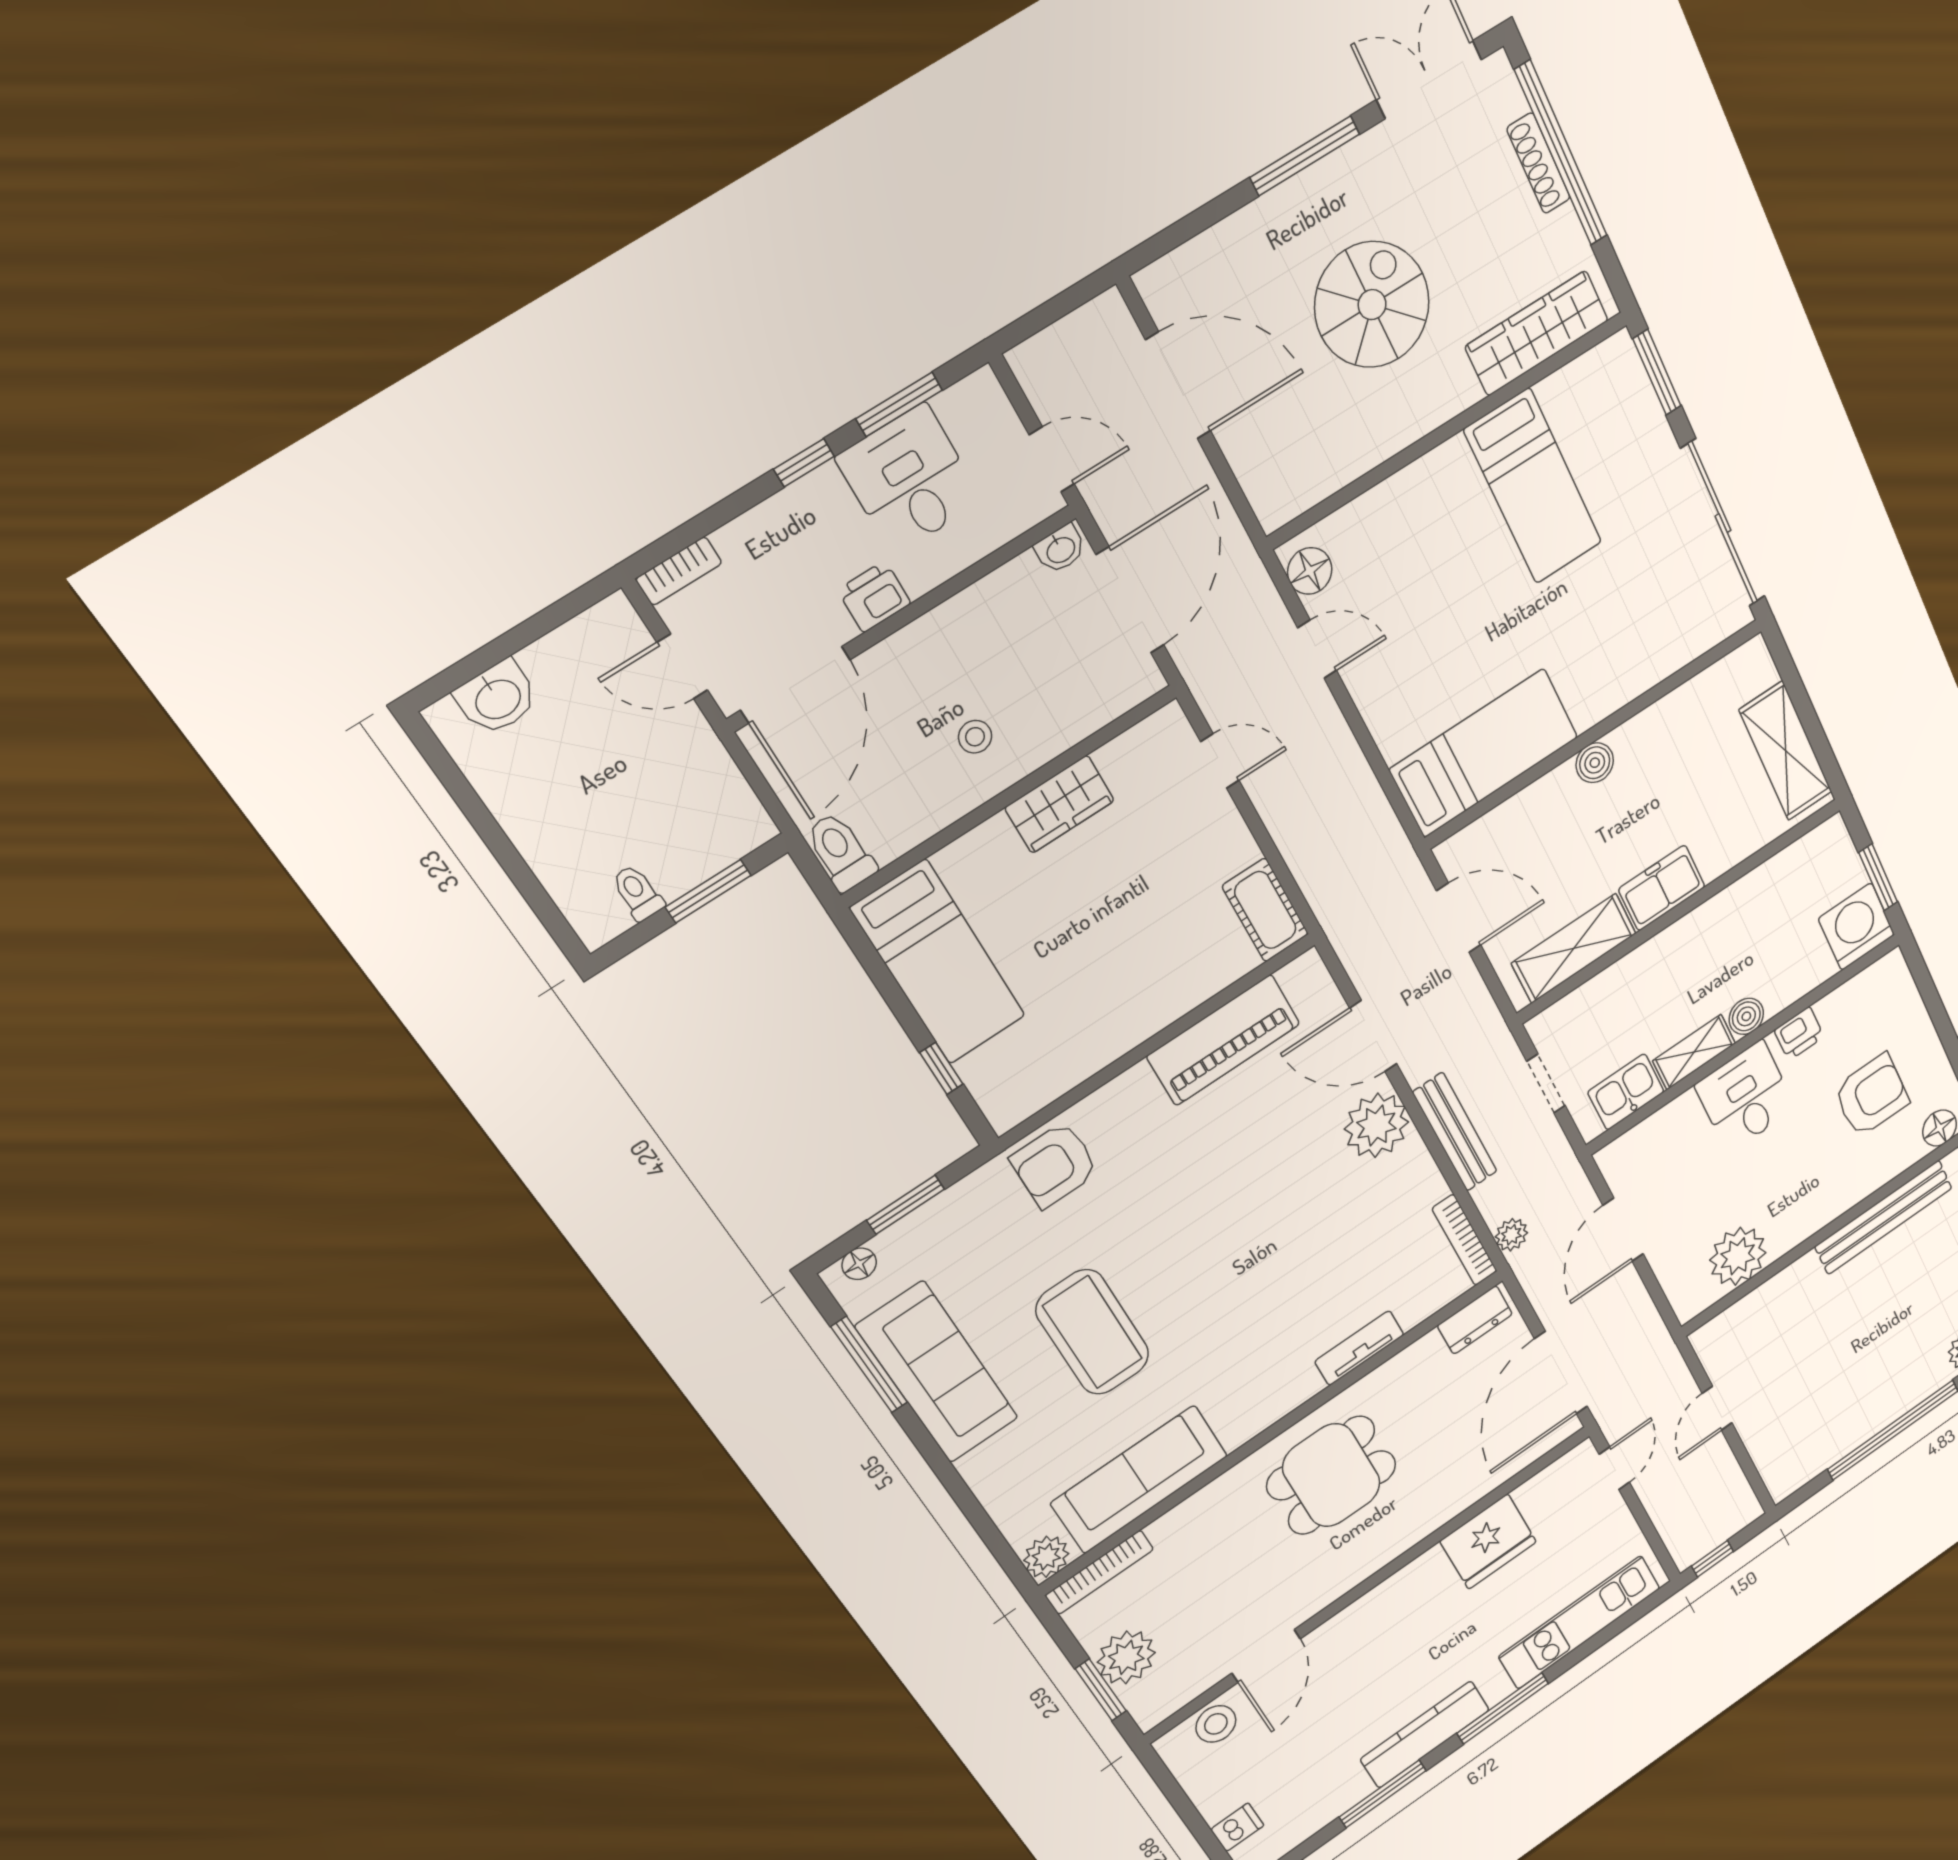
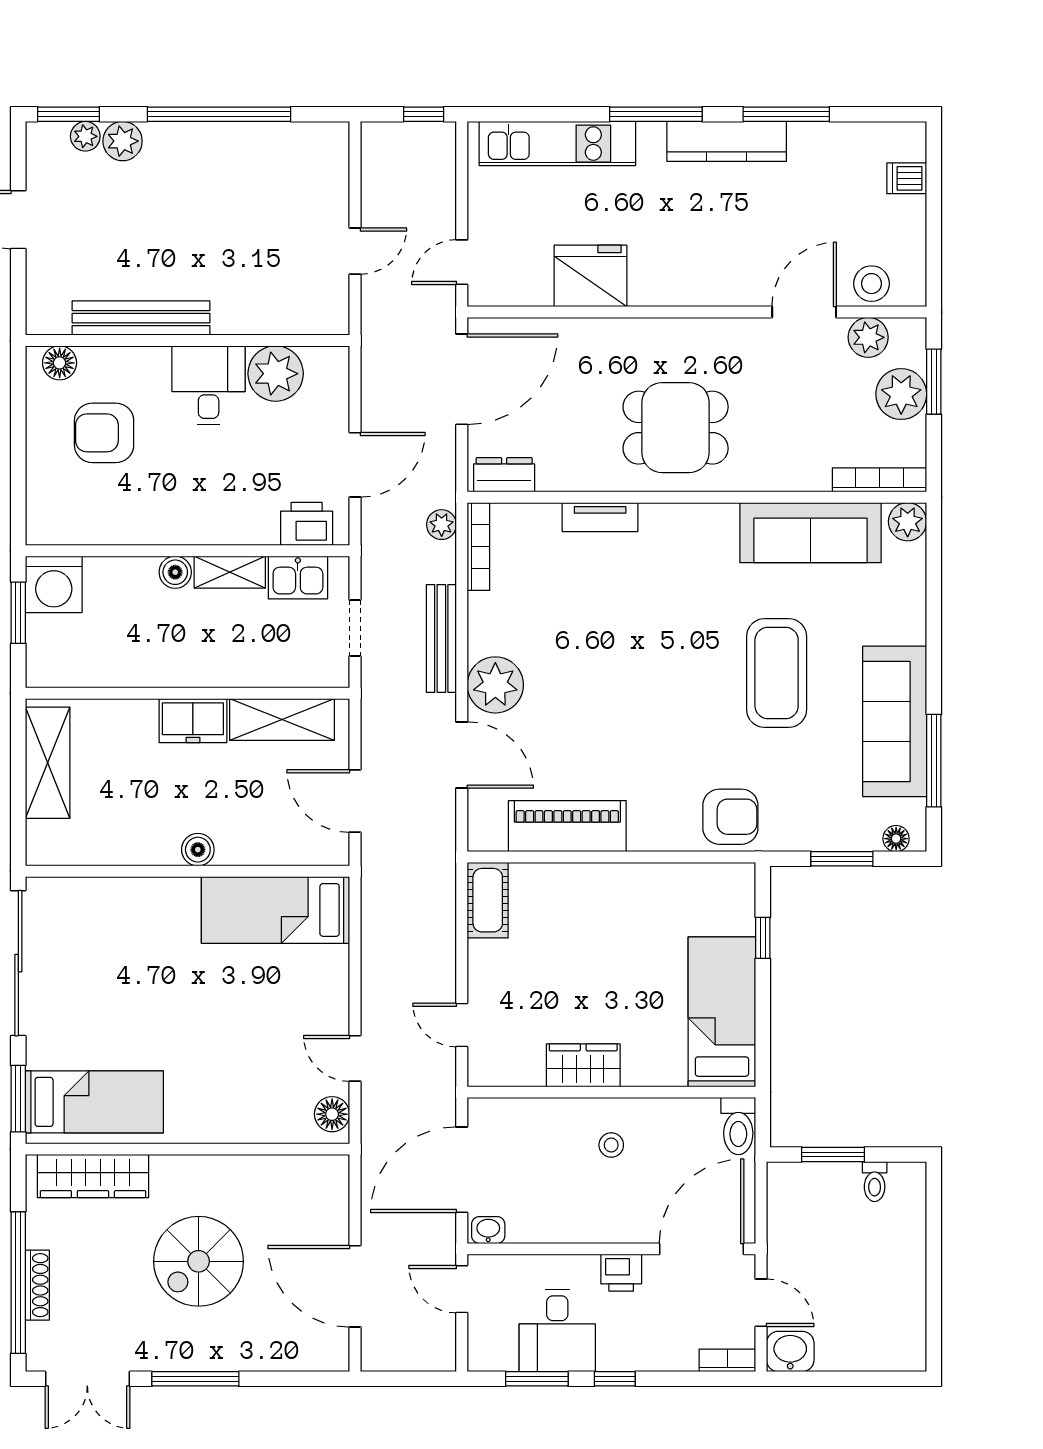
bed: (1533, 486) -> (94, 1102), moved, turned 90
washbasin: (497, 698) -> (790, 1352), moved
printer: (1799, 1034) -> (307, 524), moved, width x1.36, depth x1.24
desk: (1745, 1097) -> (209, 385), moved, turned 180
plant: (1190, 1680) -> (868, 337), added

